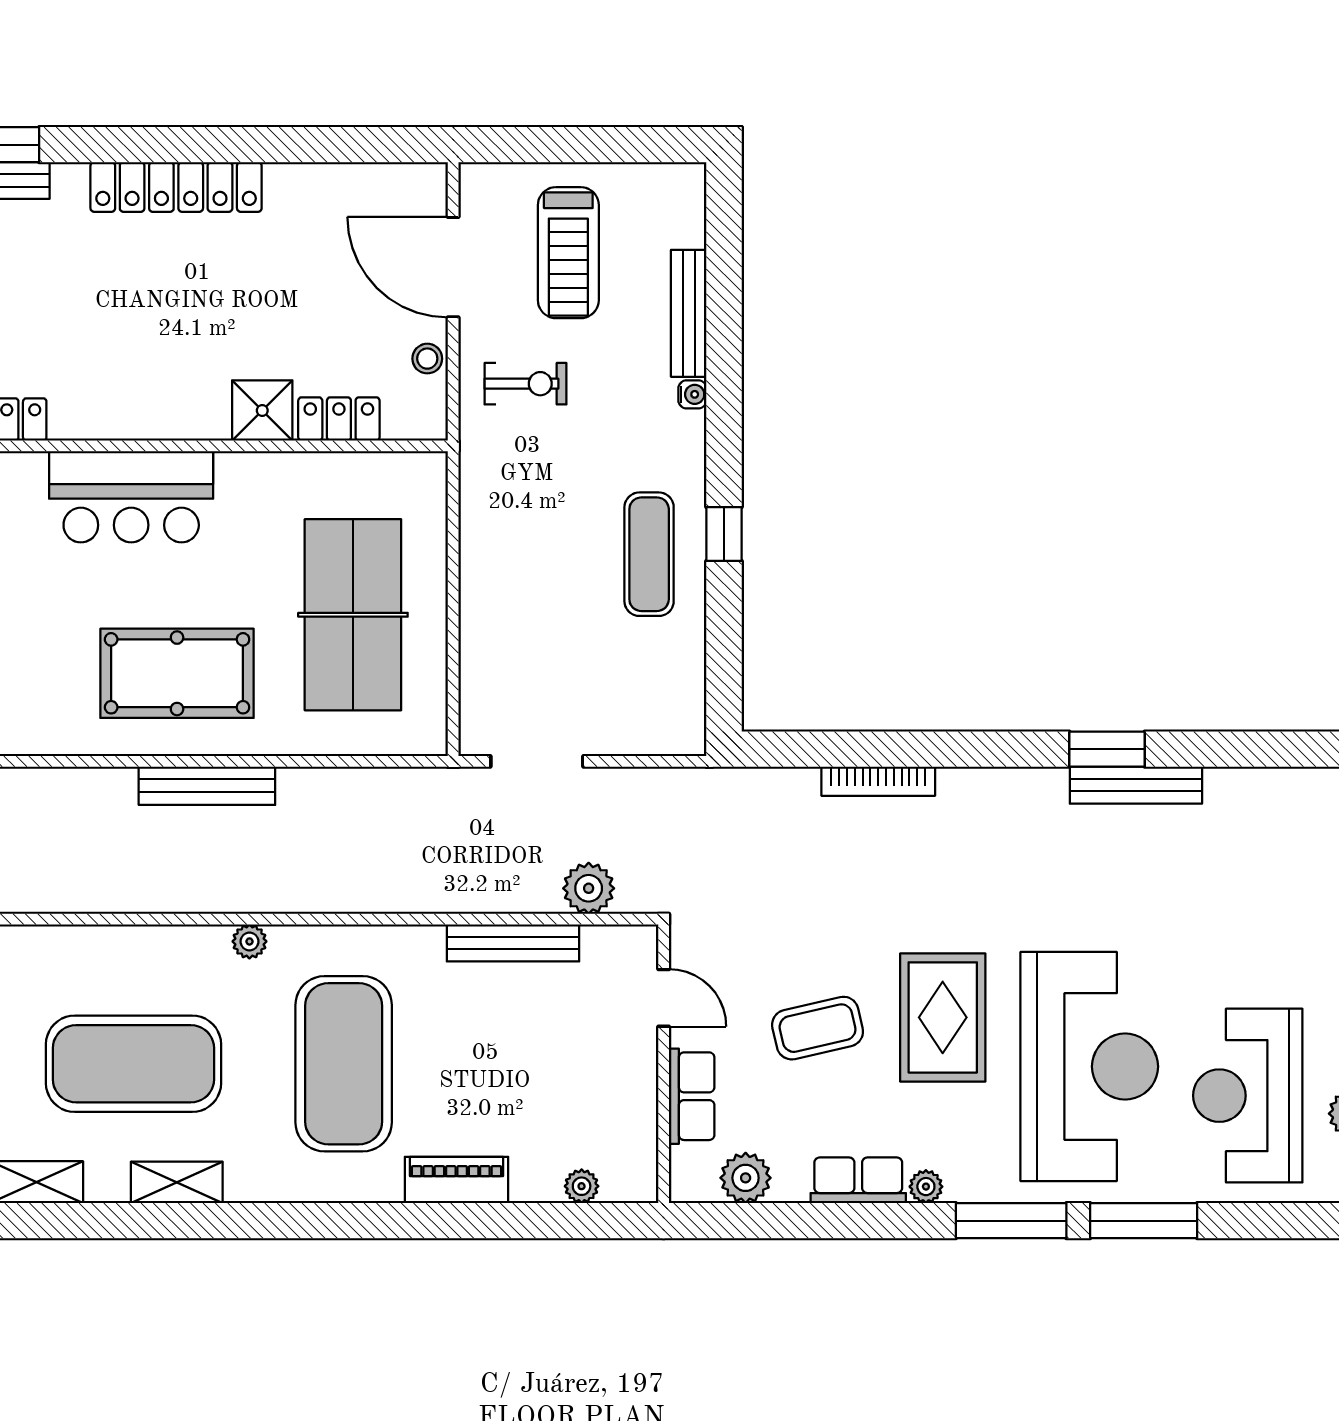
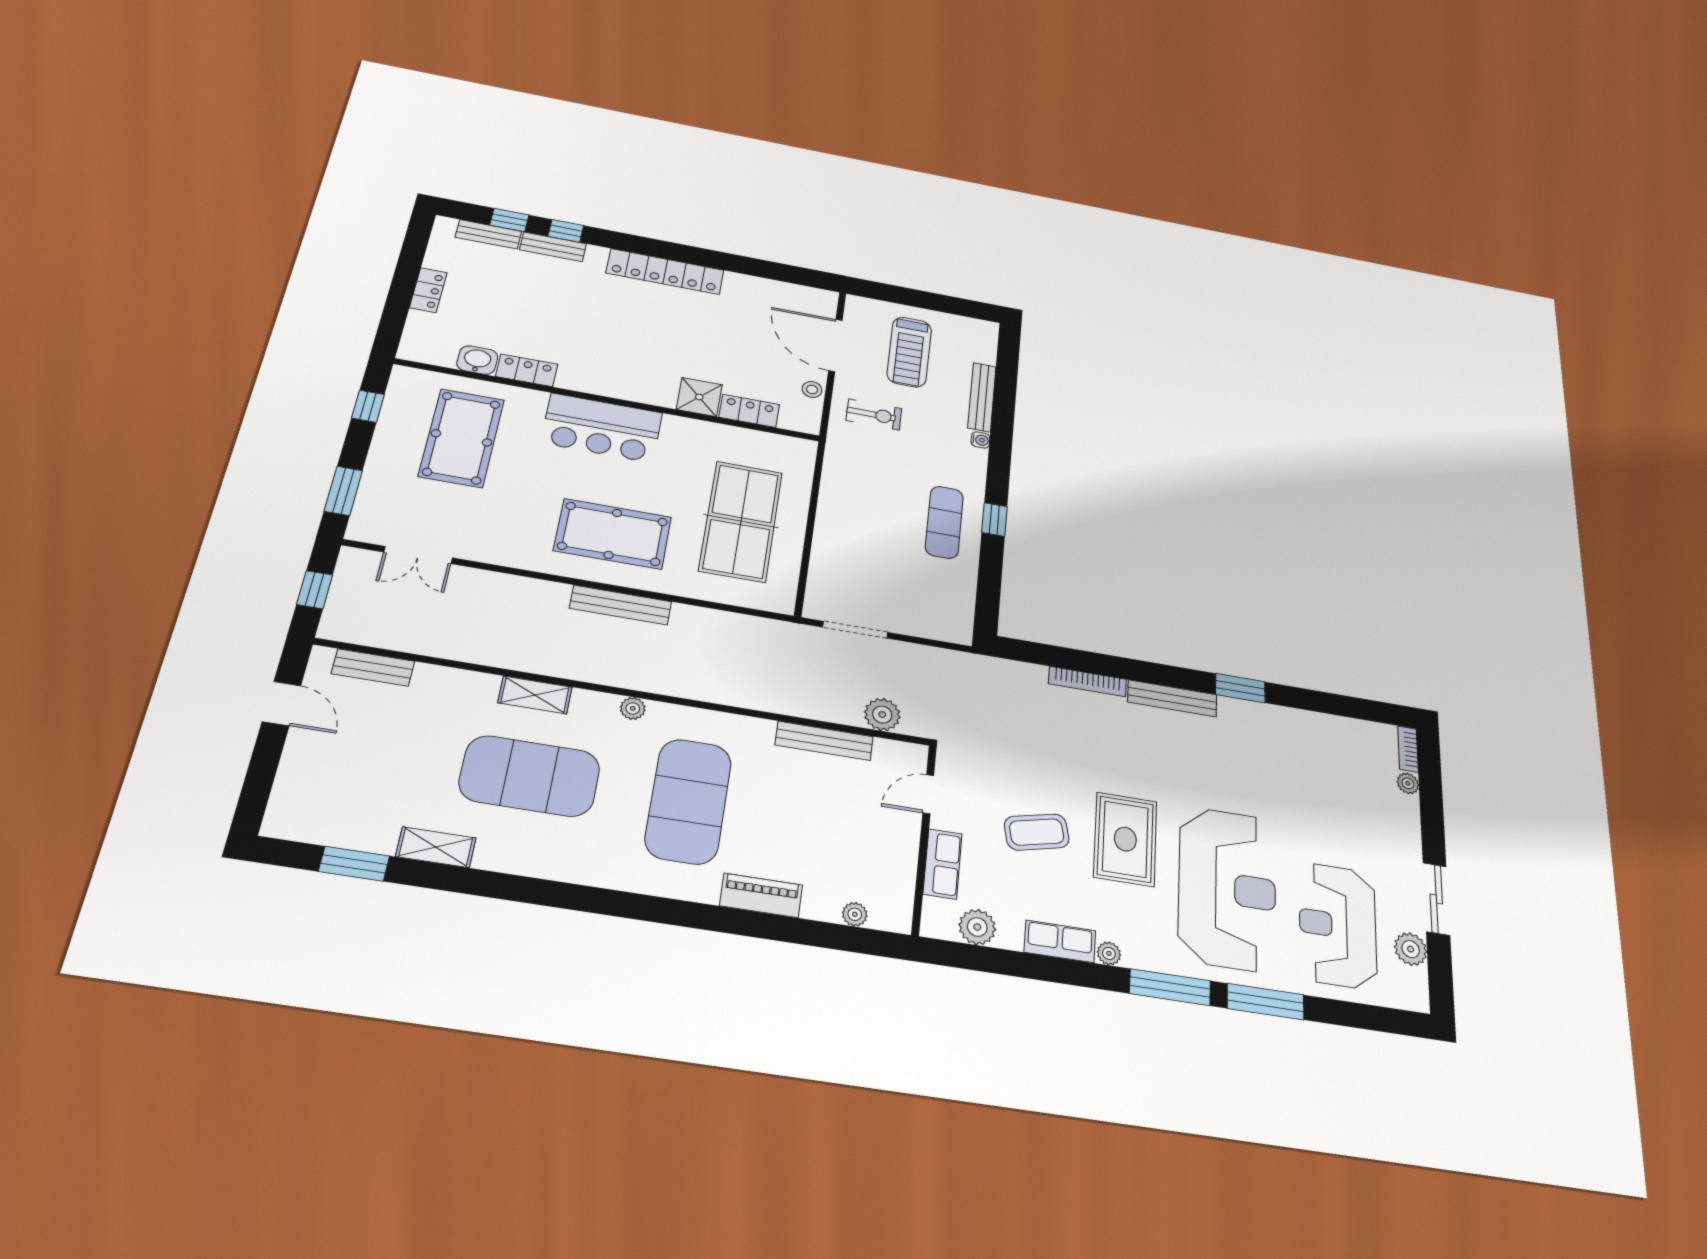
bench: (1136, 785) -> (1172, 698), moved
door: (664, 998) -> (928, 794), swing flipped
shelving: (177, 1182) -> (535, 695), moved

